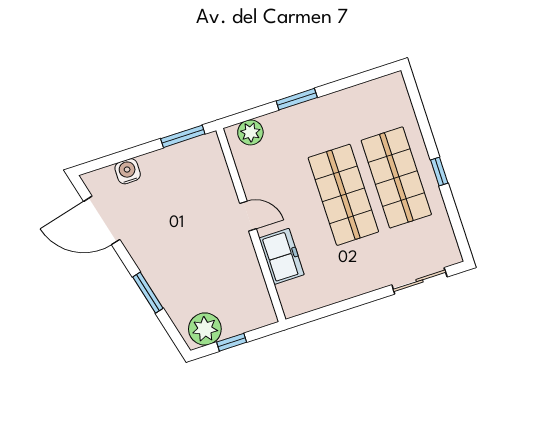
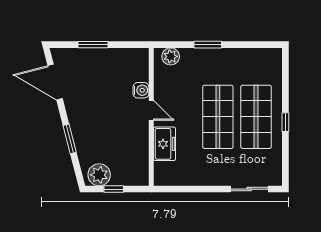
window: (183, 136) -> (93, 45), moved
water cooler: (128, 171) -> (141, 90), moved, turned 90

